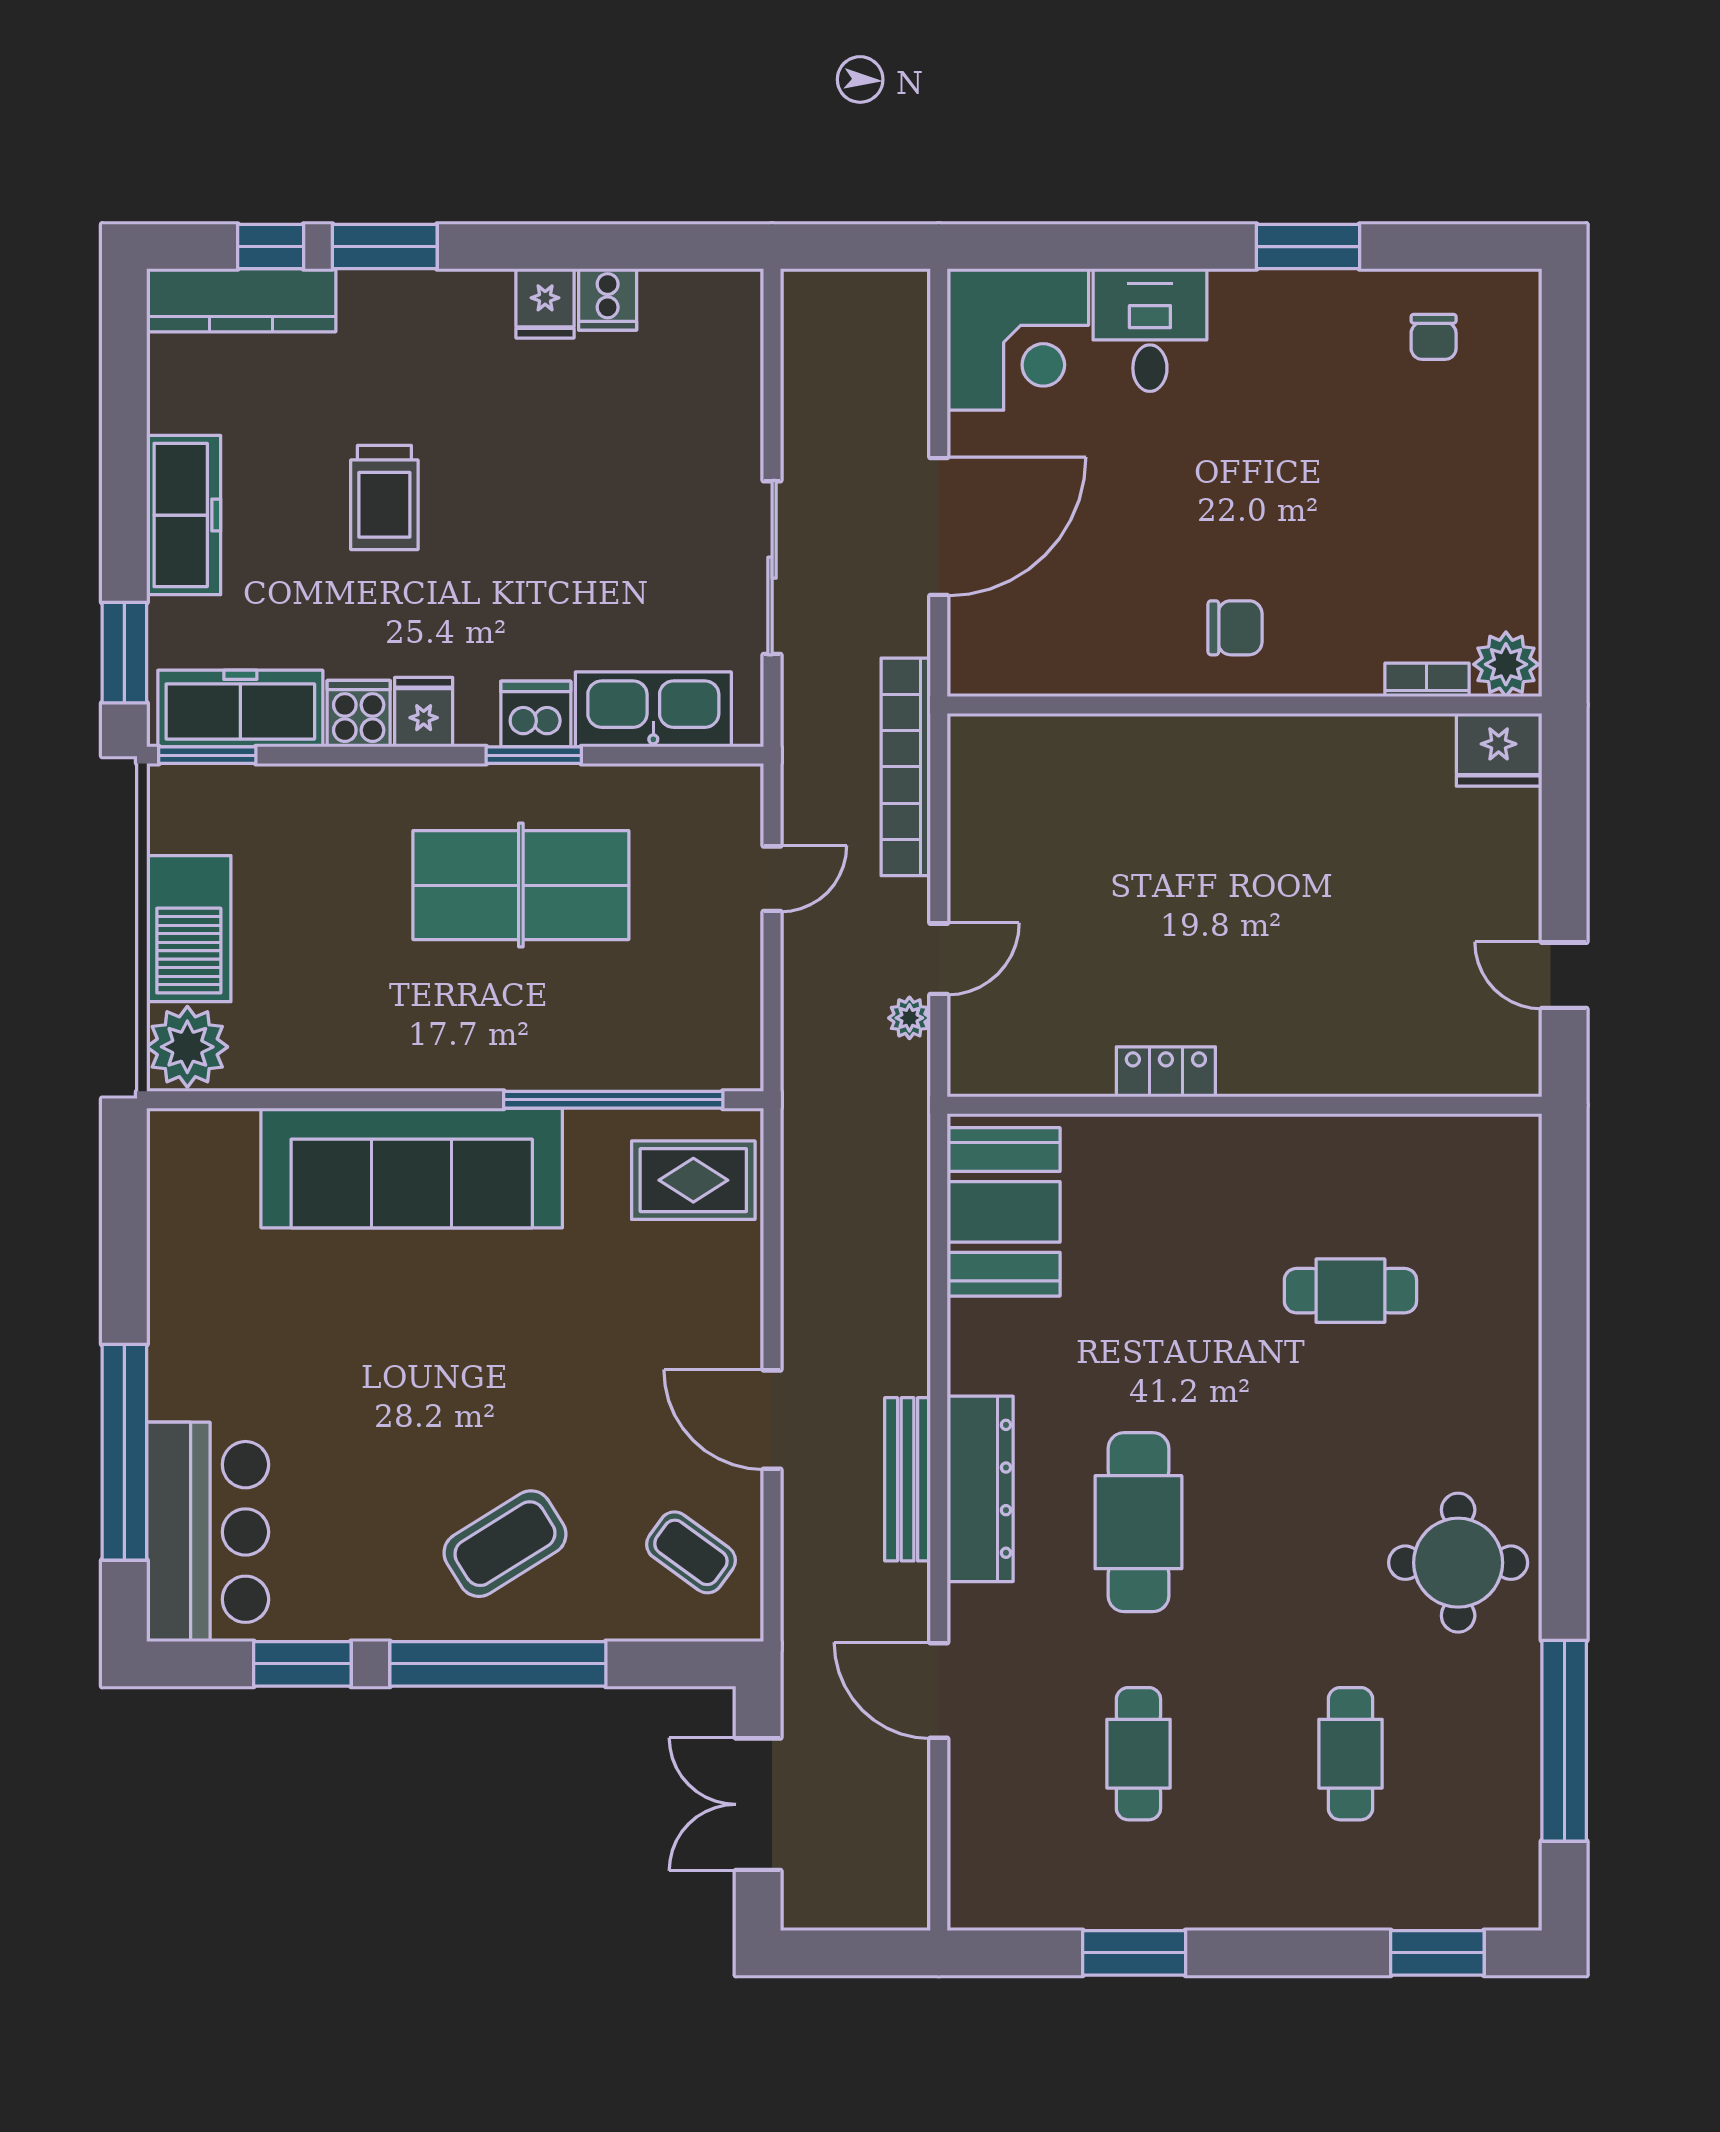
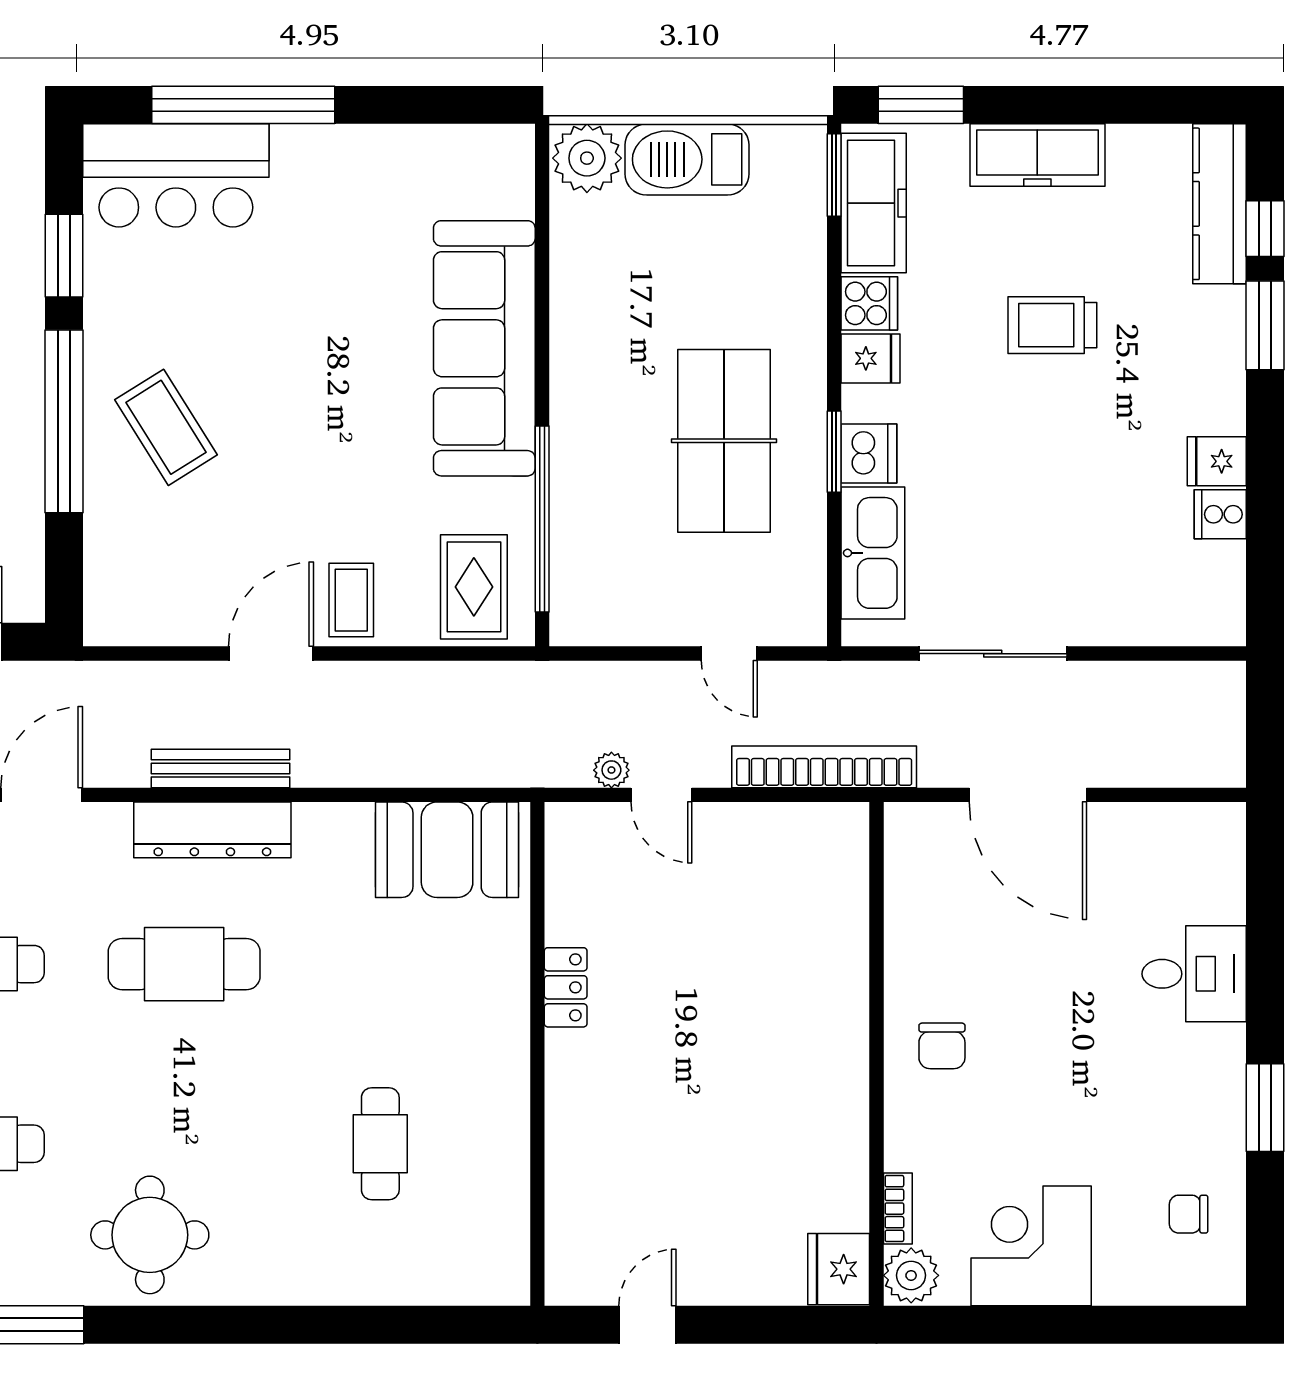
corner desk: (1018, 339) -> (1031, 1246), moved, turned 90
coffee table: (691, 1552) -> (351, 600), moved, turned -36

